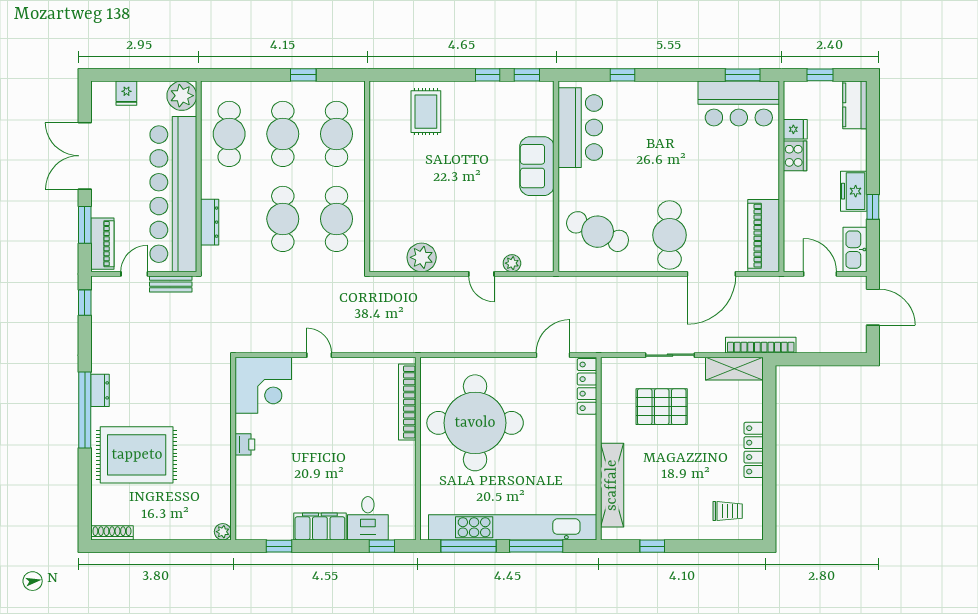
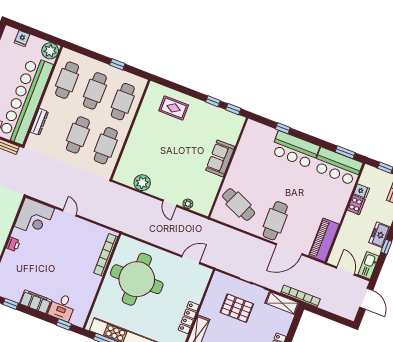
rug: (426, 112) -> (174, 108), turned 90
bar counter: (580, 128) -> (295, 150), moved, turned 90
locker: (587, 386) -> (189, 318), moved

